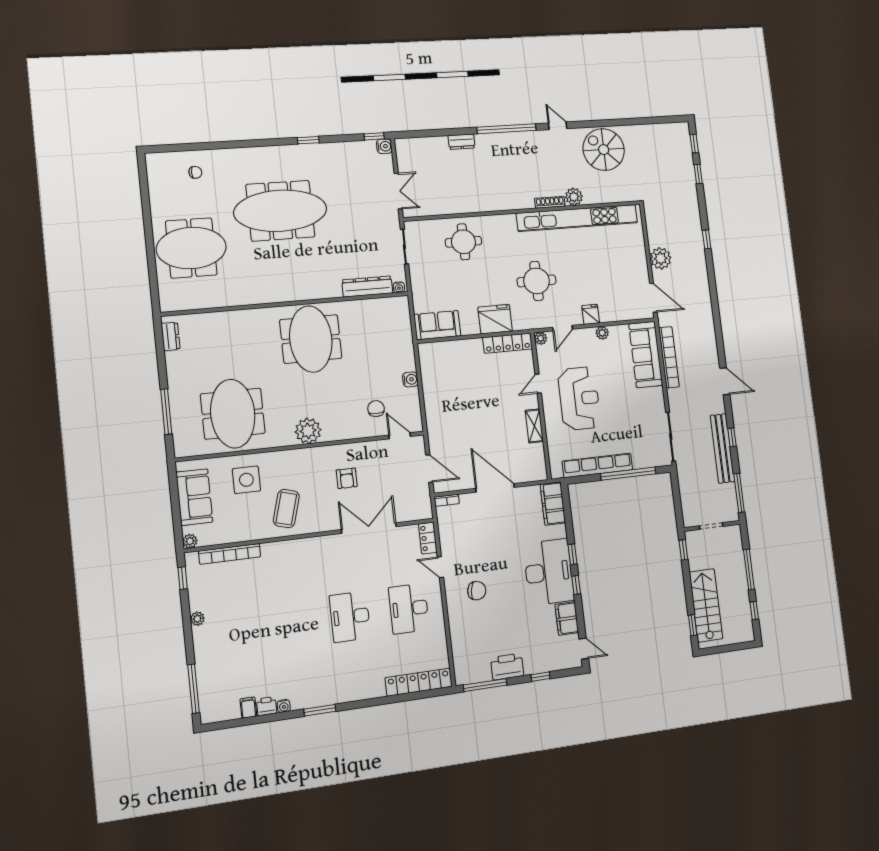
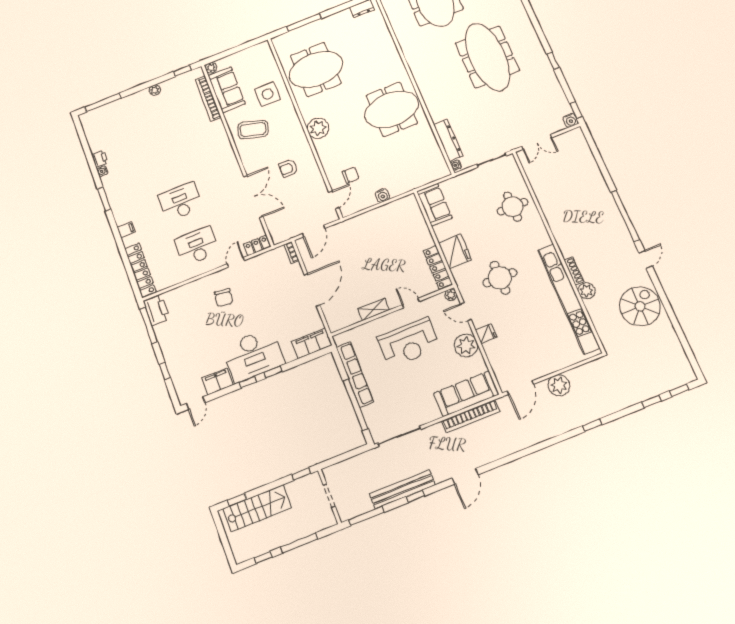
dresser: (461, 142) -> (599, 181), removed
plant: (602, 333) -> (466, 345), width x1.88, depth x1.88
sofa: (194, 497) -> (227, 90), moved, turned -90
printer: (507, 667) -> (157, 310), moved
filing cabinet: (248, 708) -> (126, 230), moved

